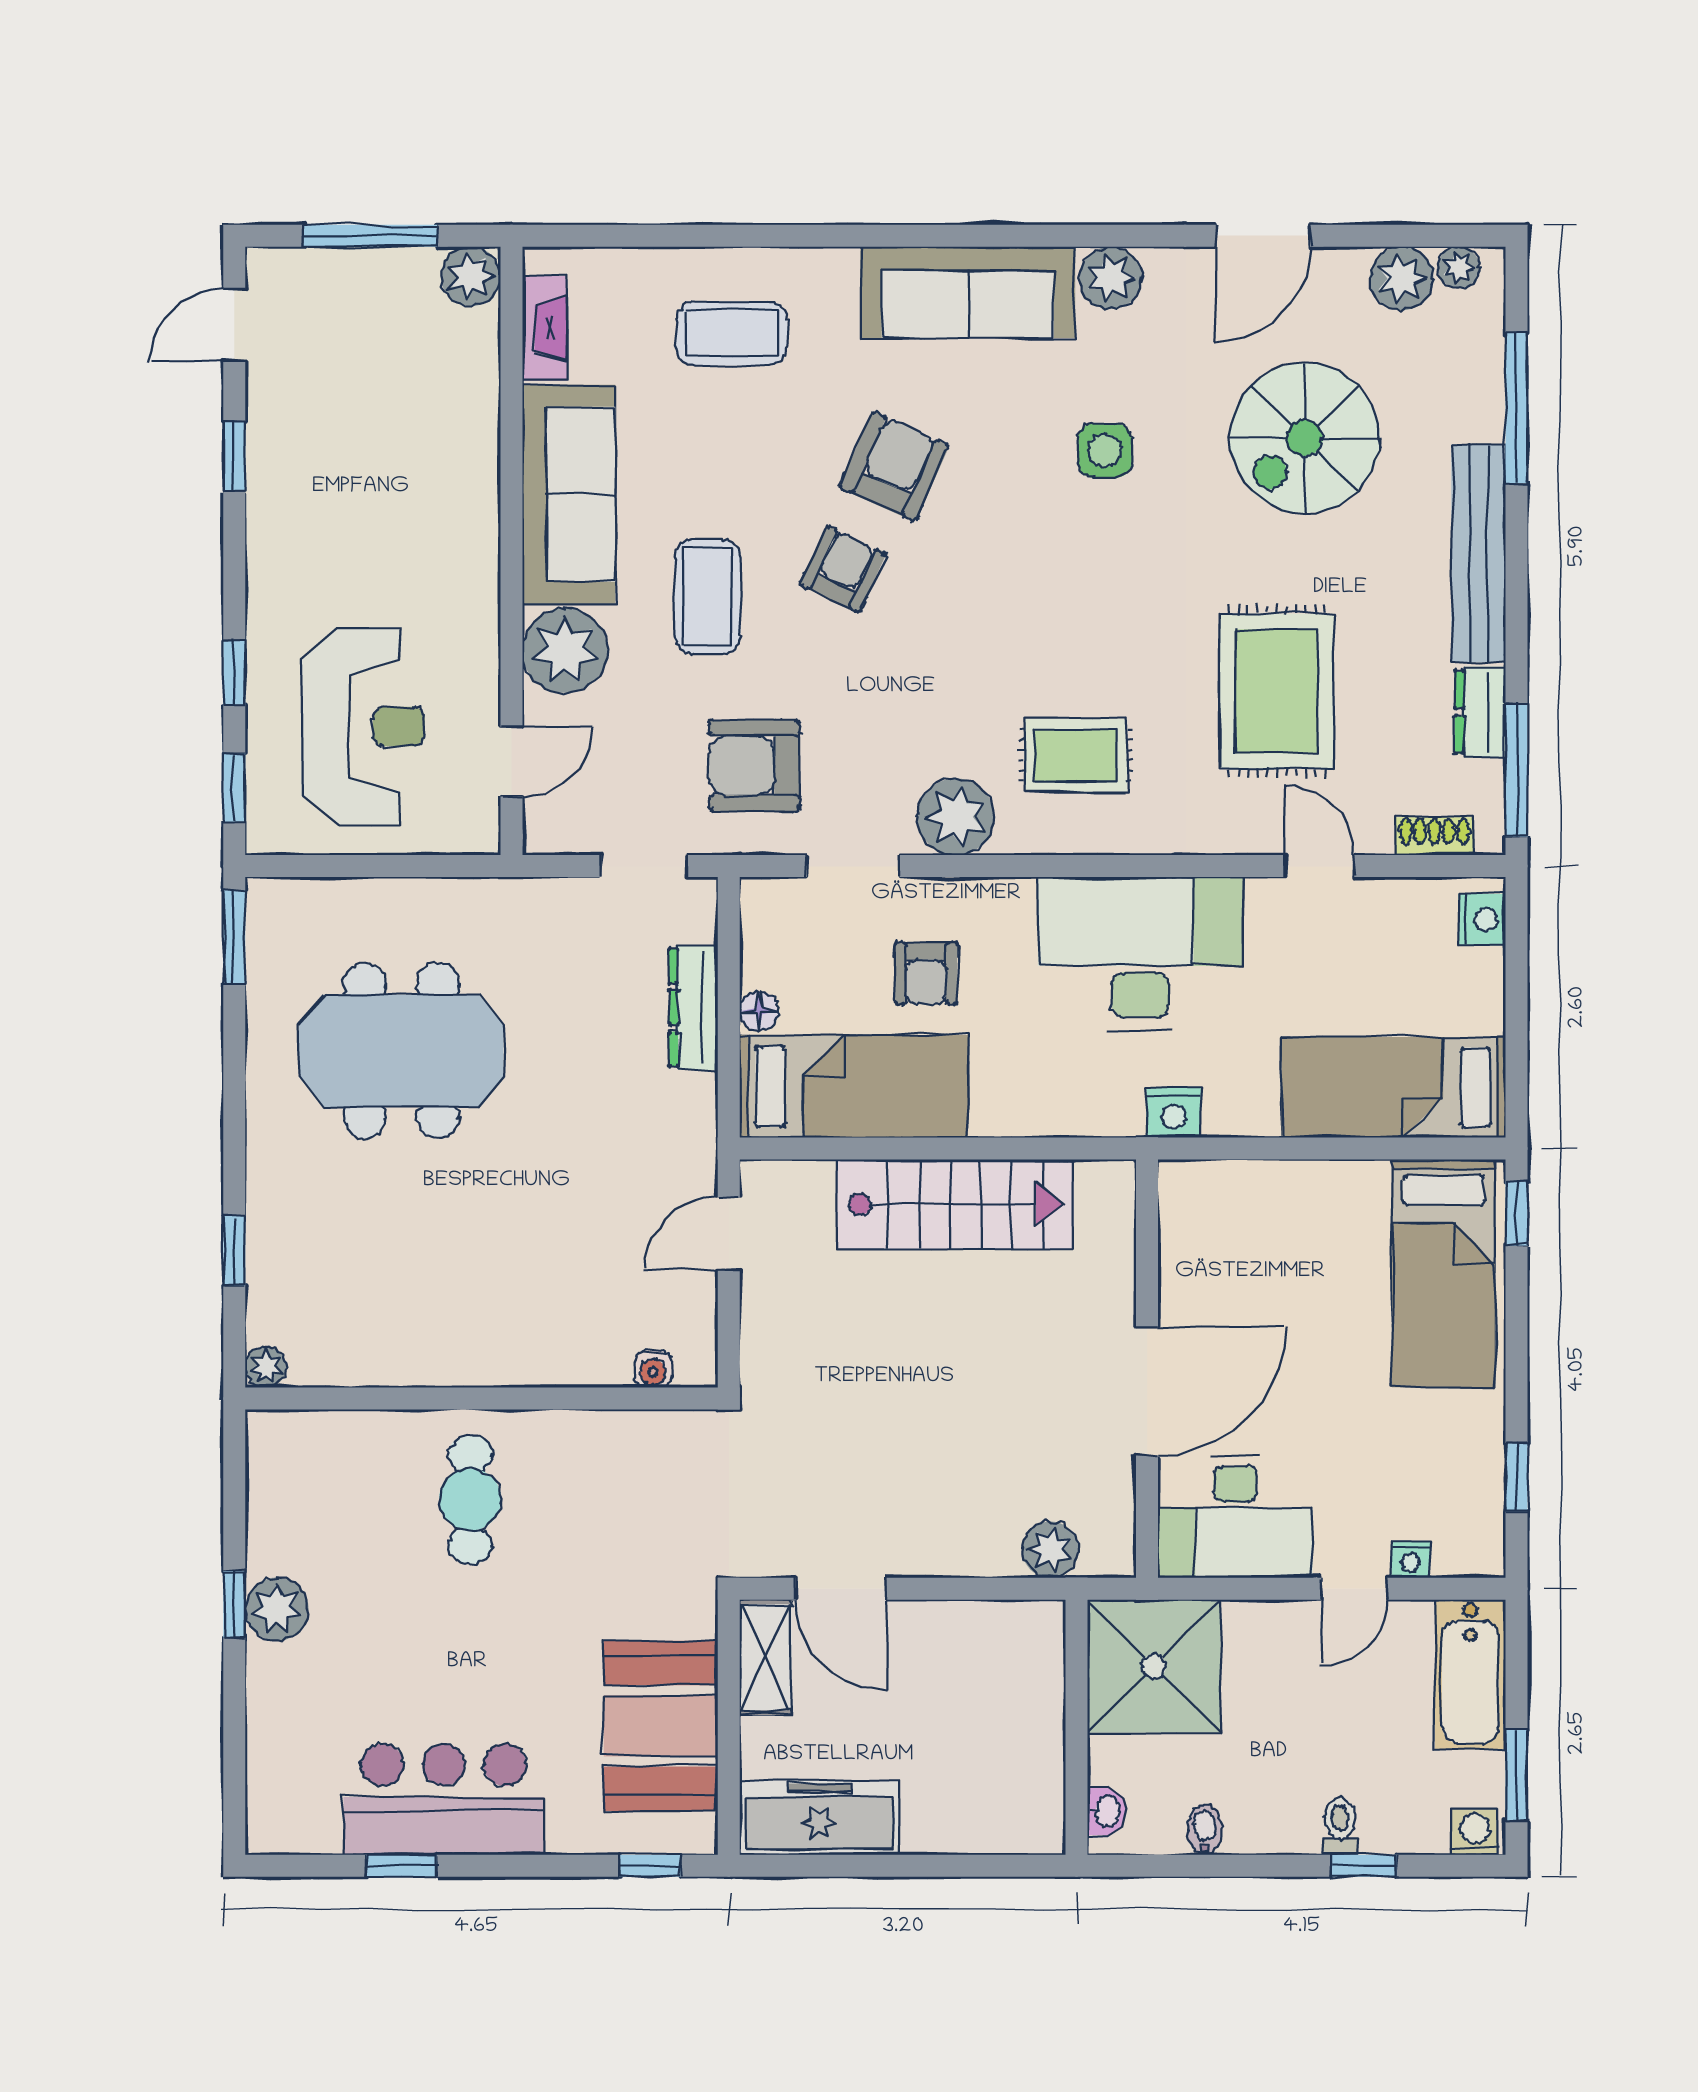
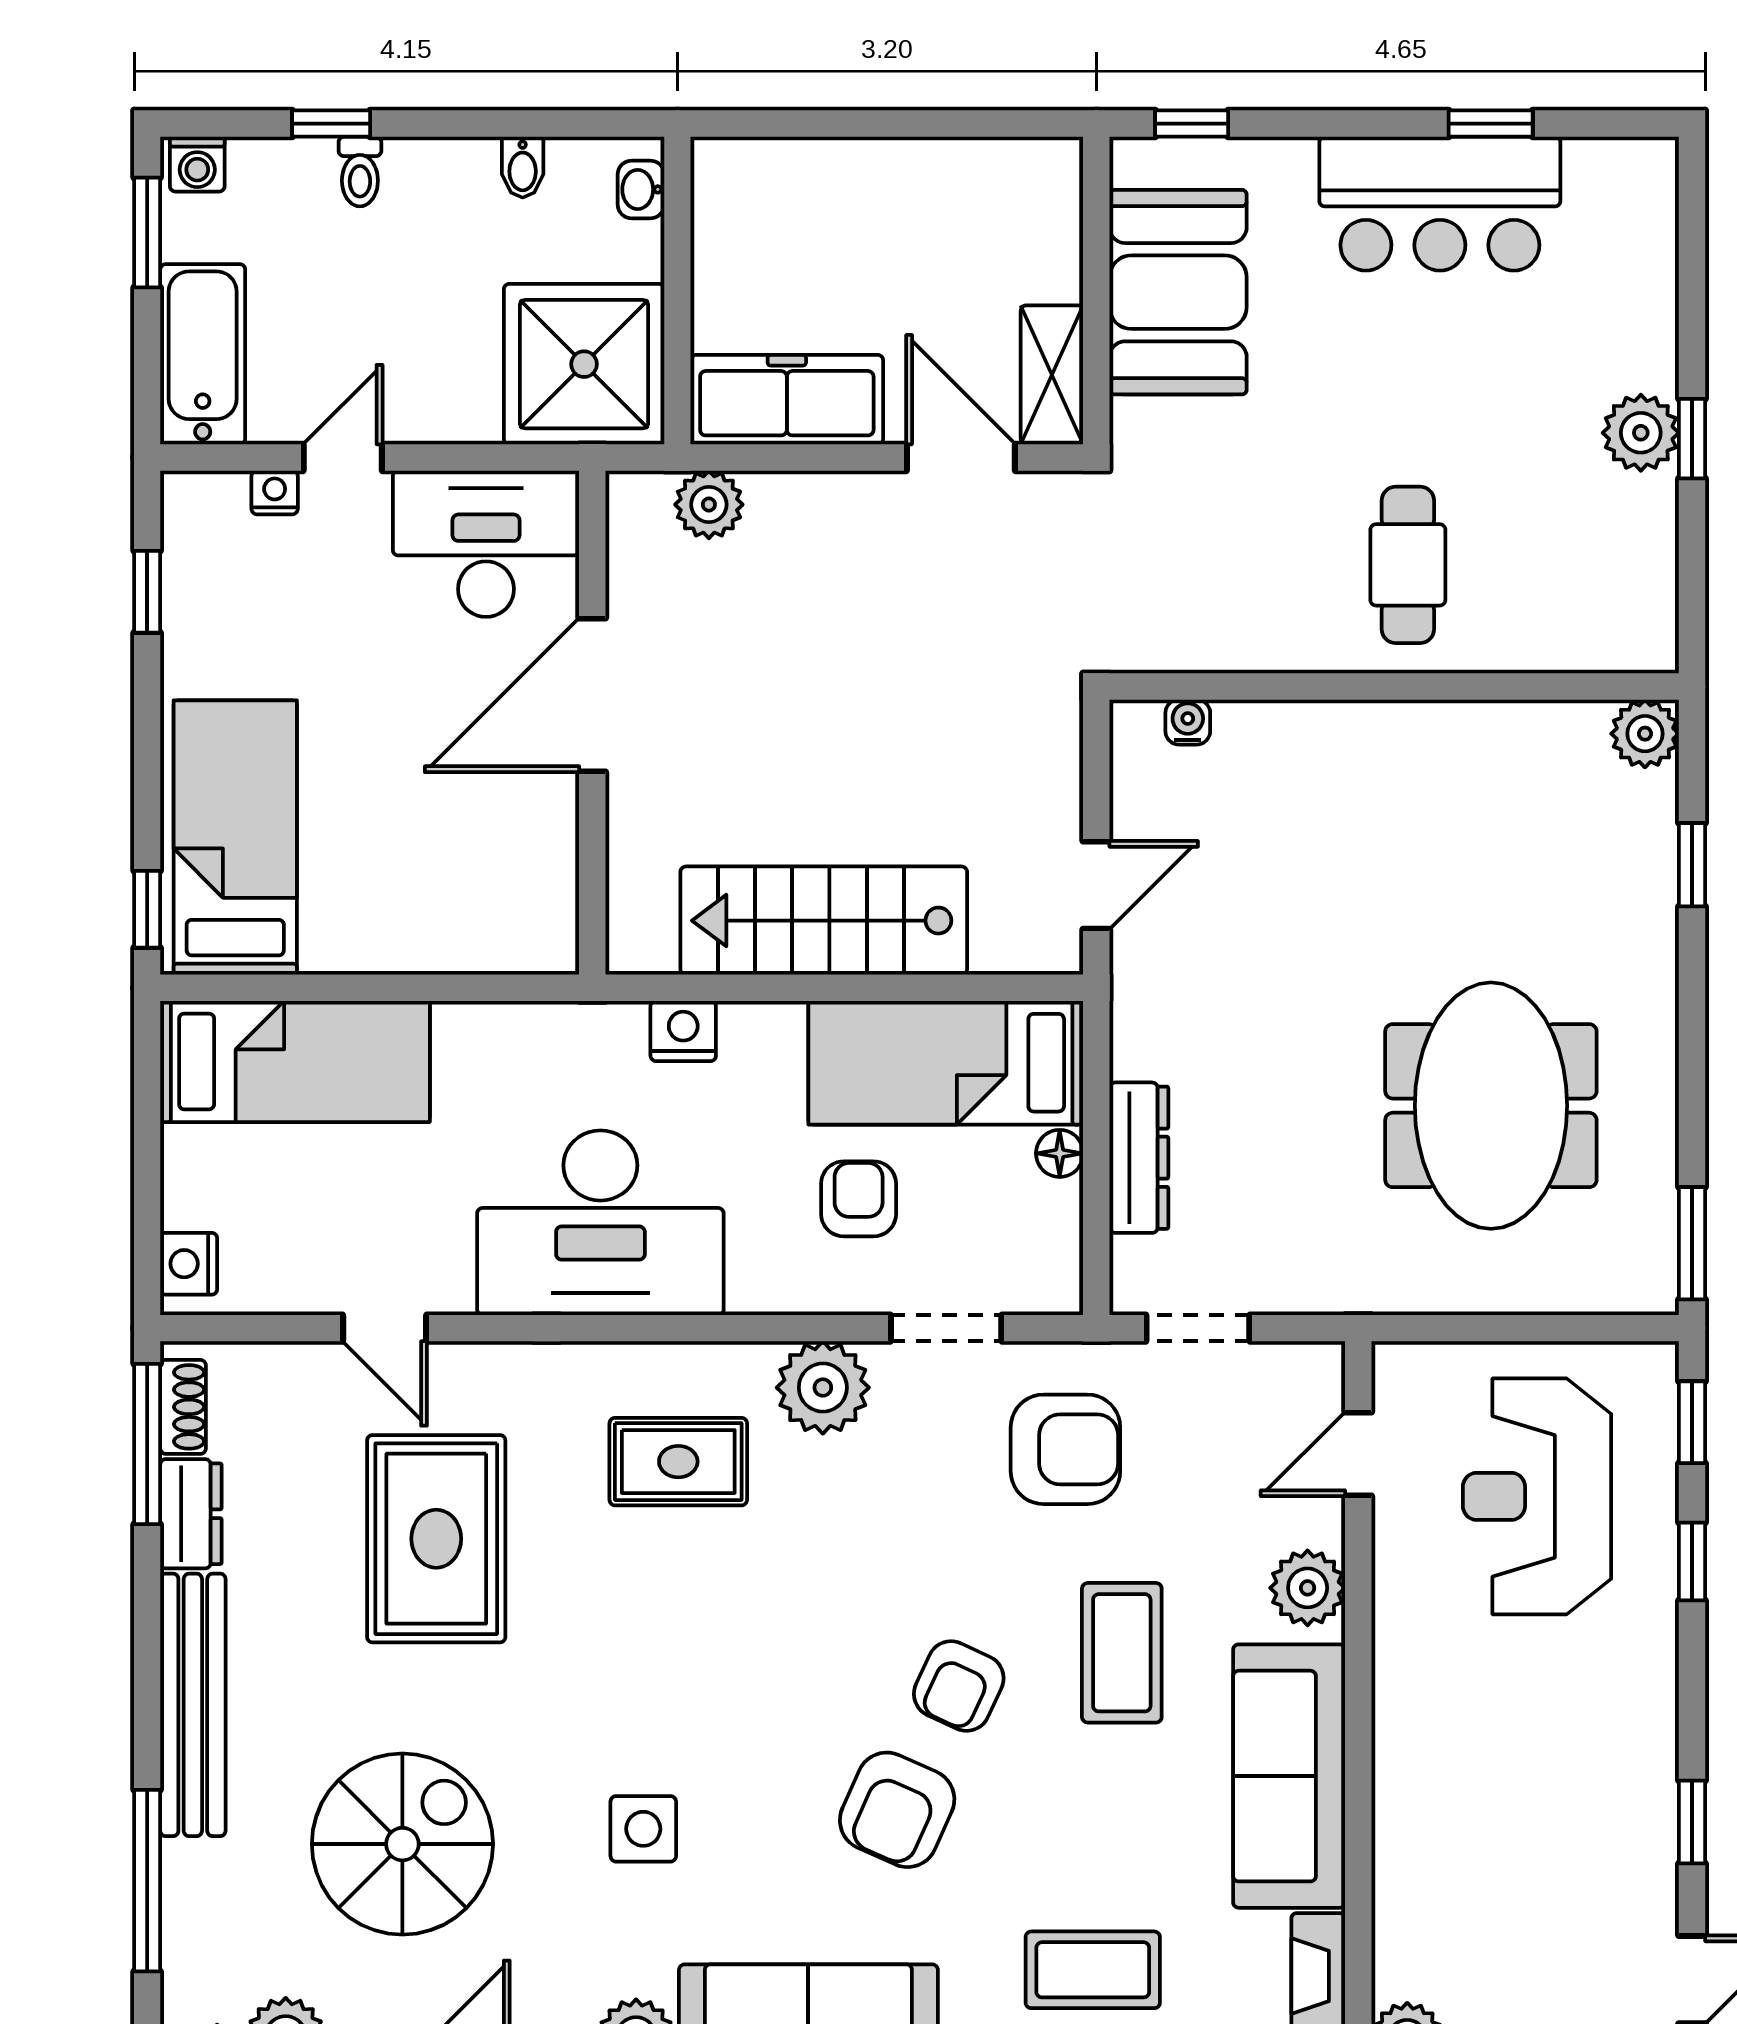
plant: (565, 650) -> (1308, 1588), width x0.73, depth x0.73
shoe rack: (1434, 836) -> (183, 1407), moved, turned -90
meeting table: (401, 1051) -> (1491, 1106), turned 90
nightstand: (1174, 1113) -> (683, 1031), moved
plant: (266, 1367) -> (1645, 734), width x1.38, depth x1.38
freezer: (820, 1818) -> (787, 400), moved, turned 180

